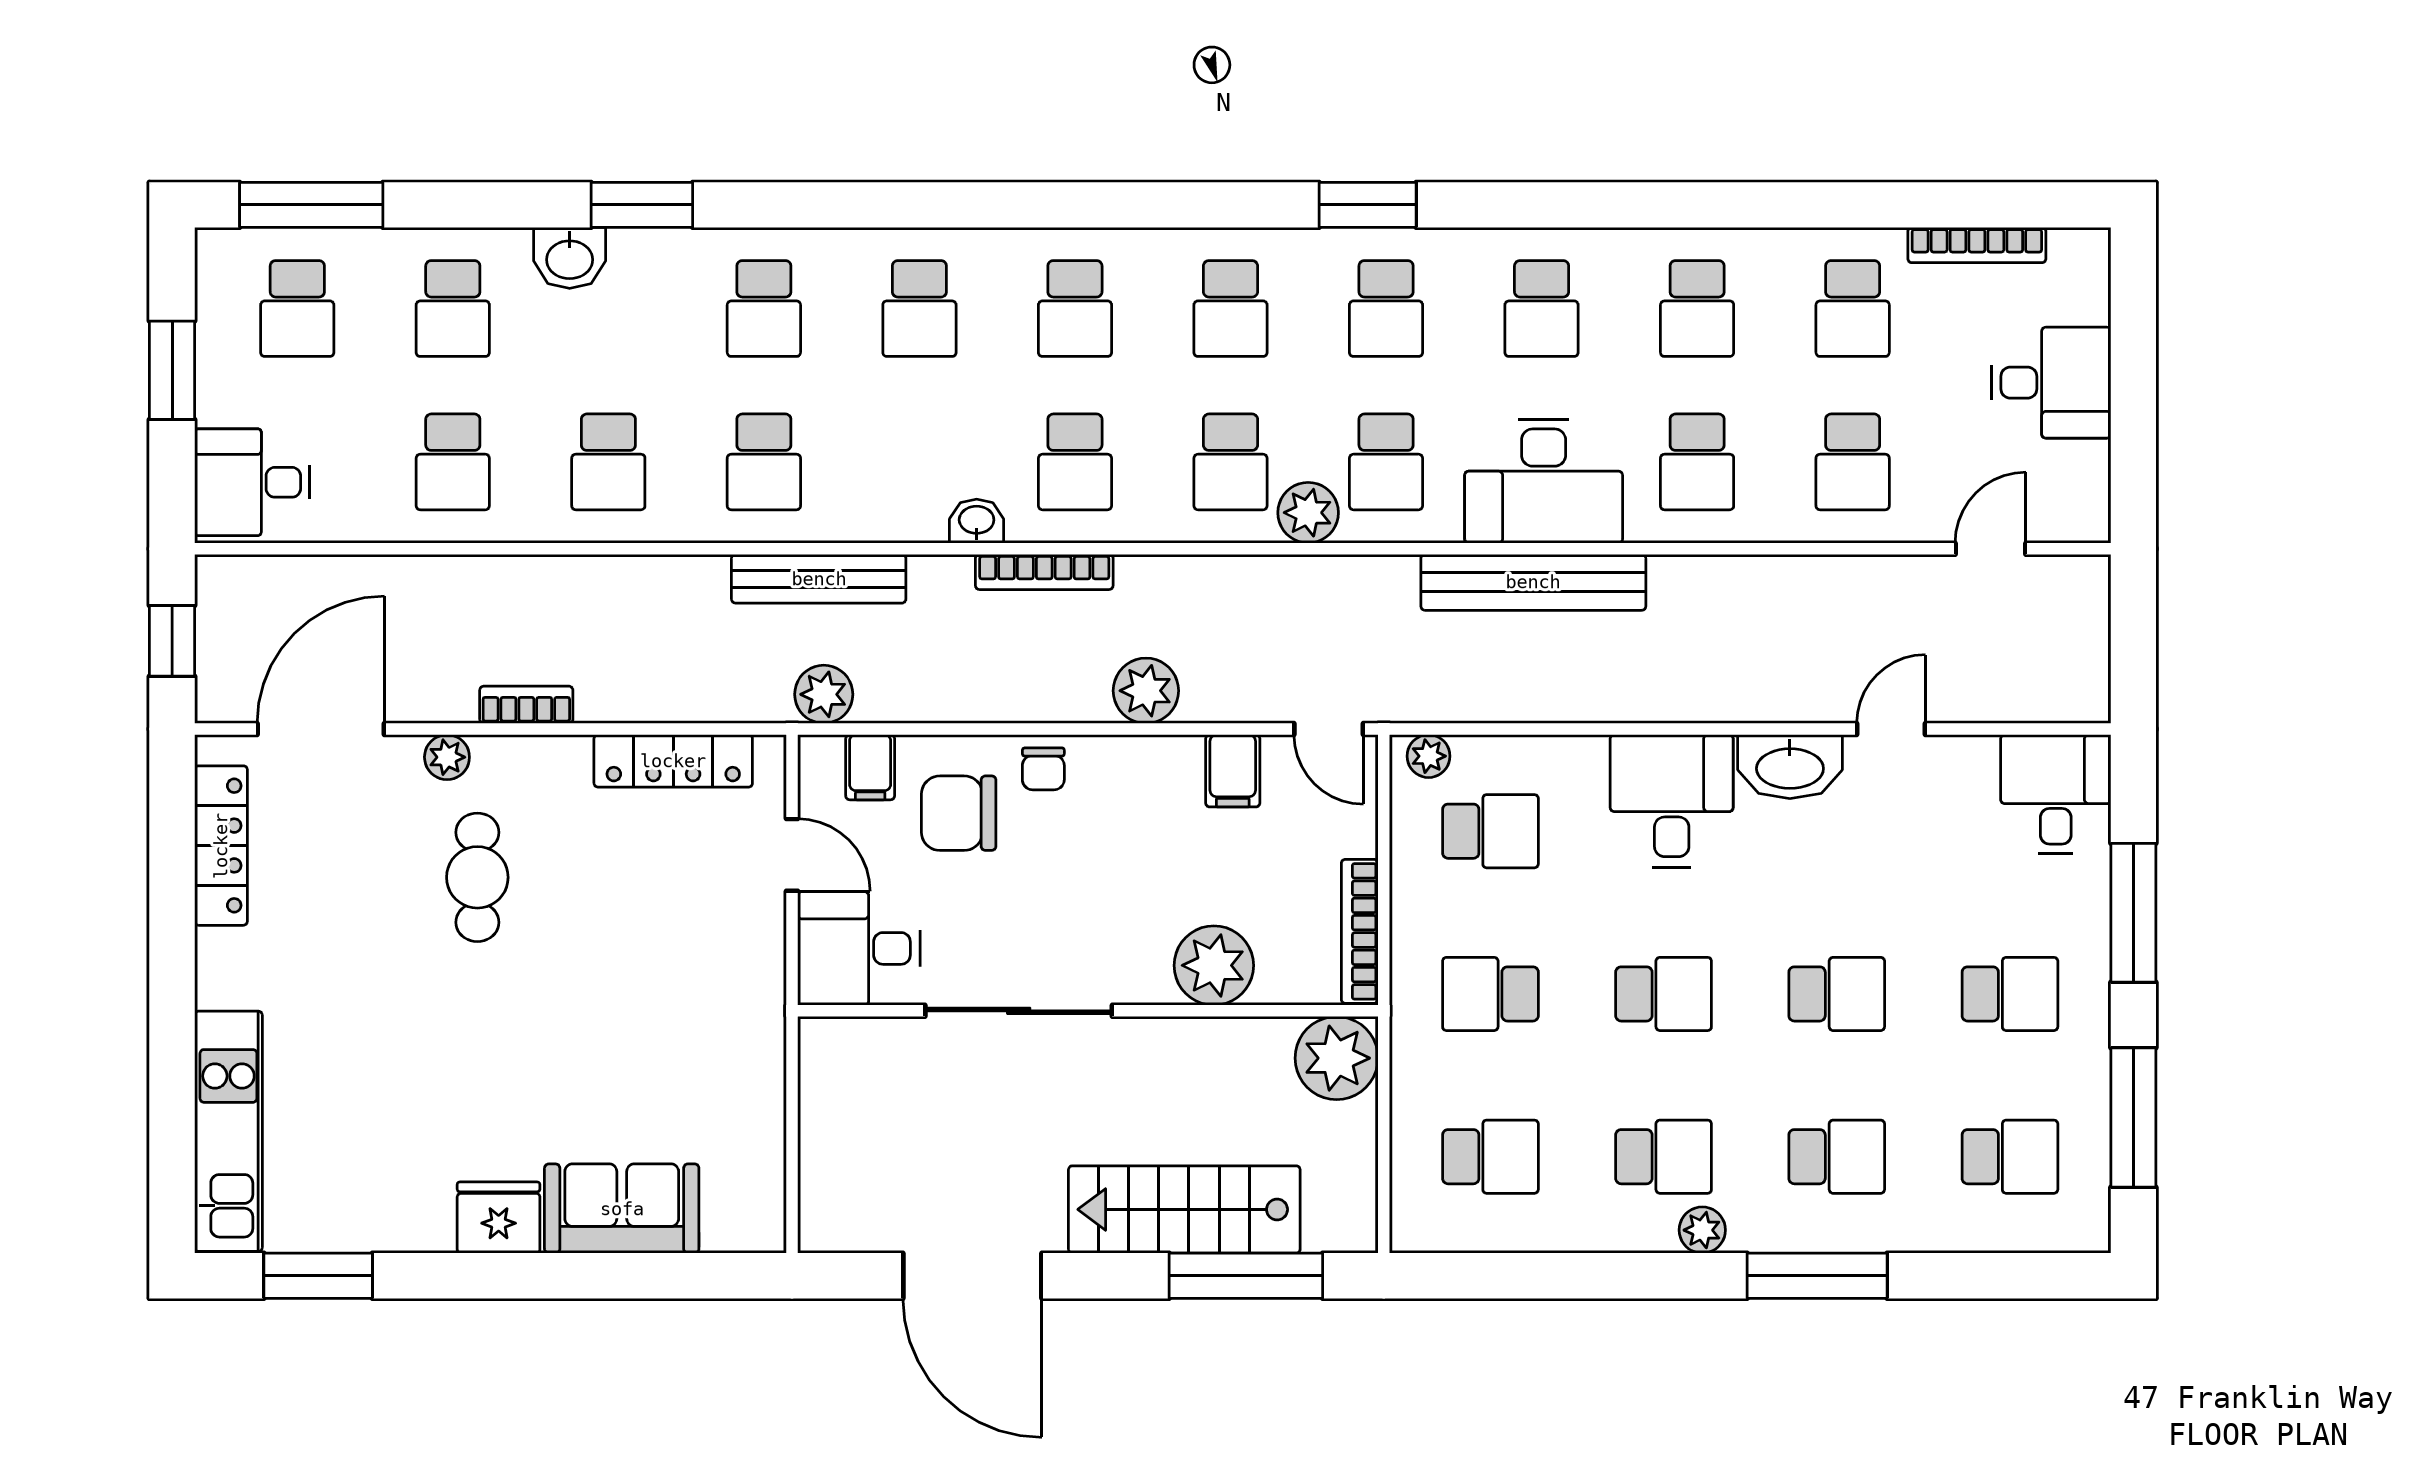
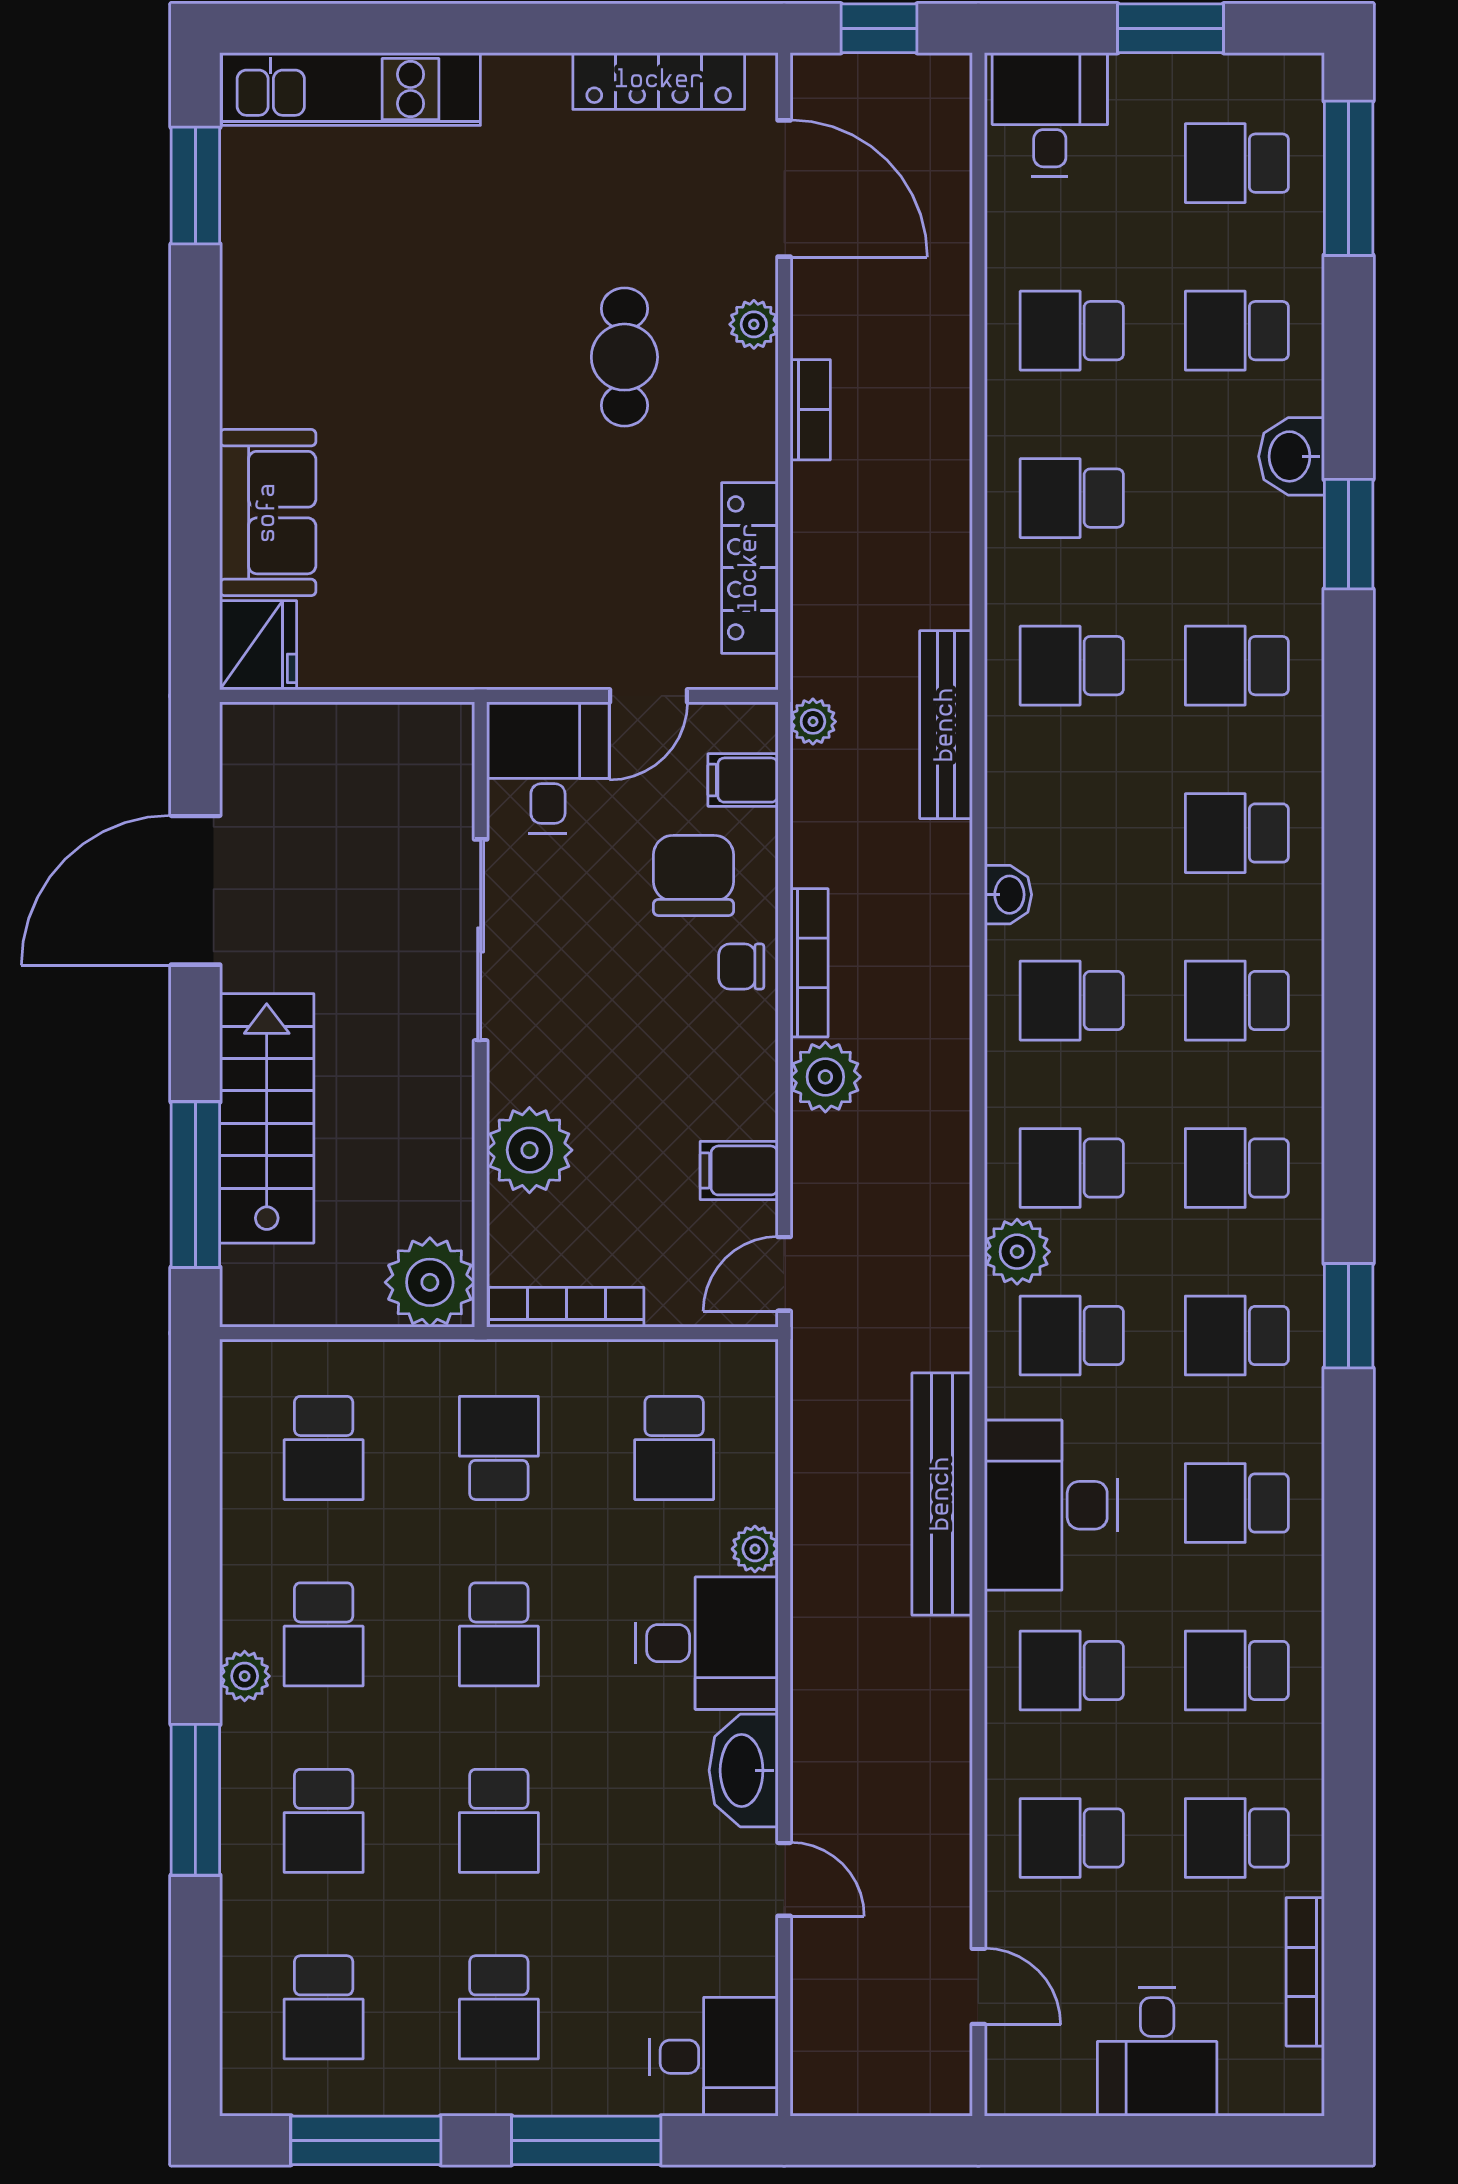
bookcase: (1044, 572) -> (809, 963), moved, turned 180
plant: (824, 694) -> (813, 722), width x0.73, depth x0.73
plant: (1429, 756) -> (755, 1549), moved
cafe table: (477, 877) -> (624, 357), turned 90
fridge: (499, 1218) -> (258, 645), moved

